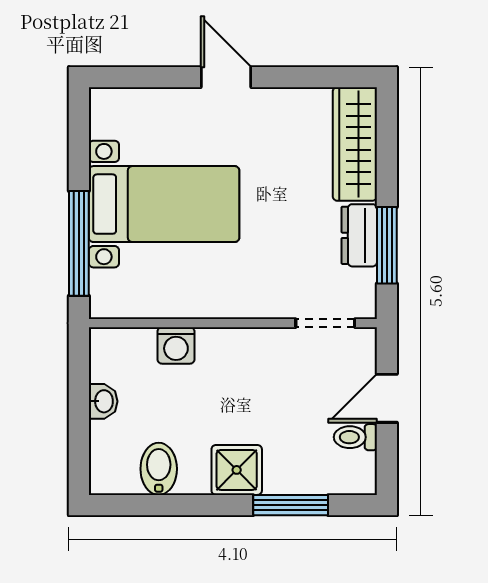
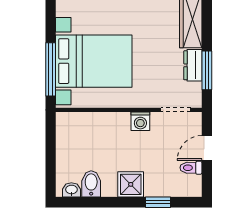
bed with nightstands: (164, 204) -> (94, 61), width x1.36
washing machine: (176, 345) -> (140, 121), moved
washbasin: (103, 401) -> (71, 190), moved, turned -90
window: (291, 505) -> (158, 202), width x0.67

